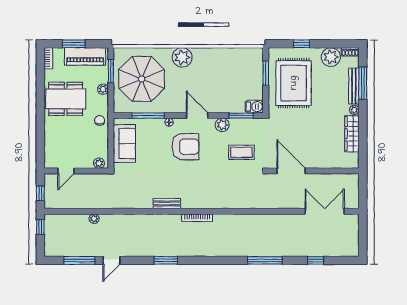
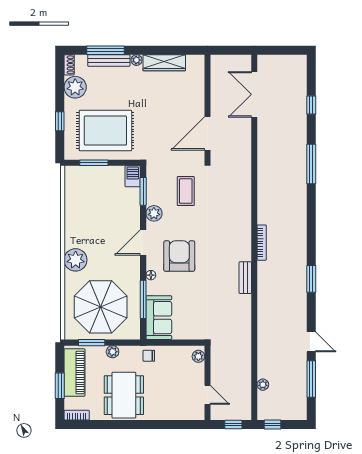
sofa: (124, 143) -> (159, 318), moved, turned 90
plant: (94, 219) -> (263, 385), moved

